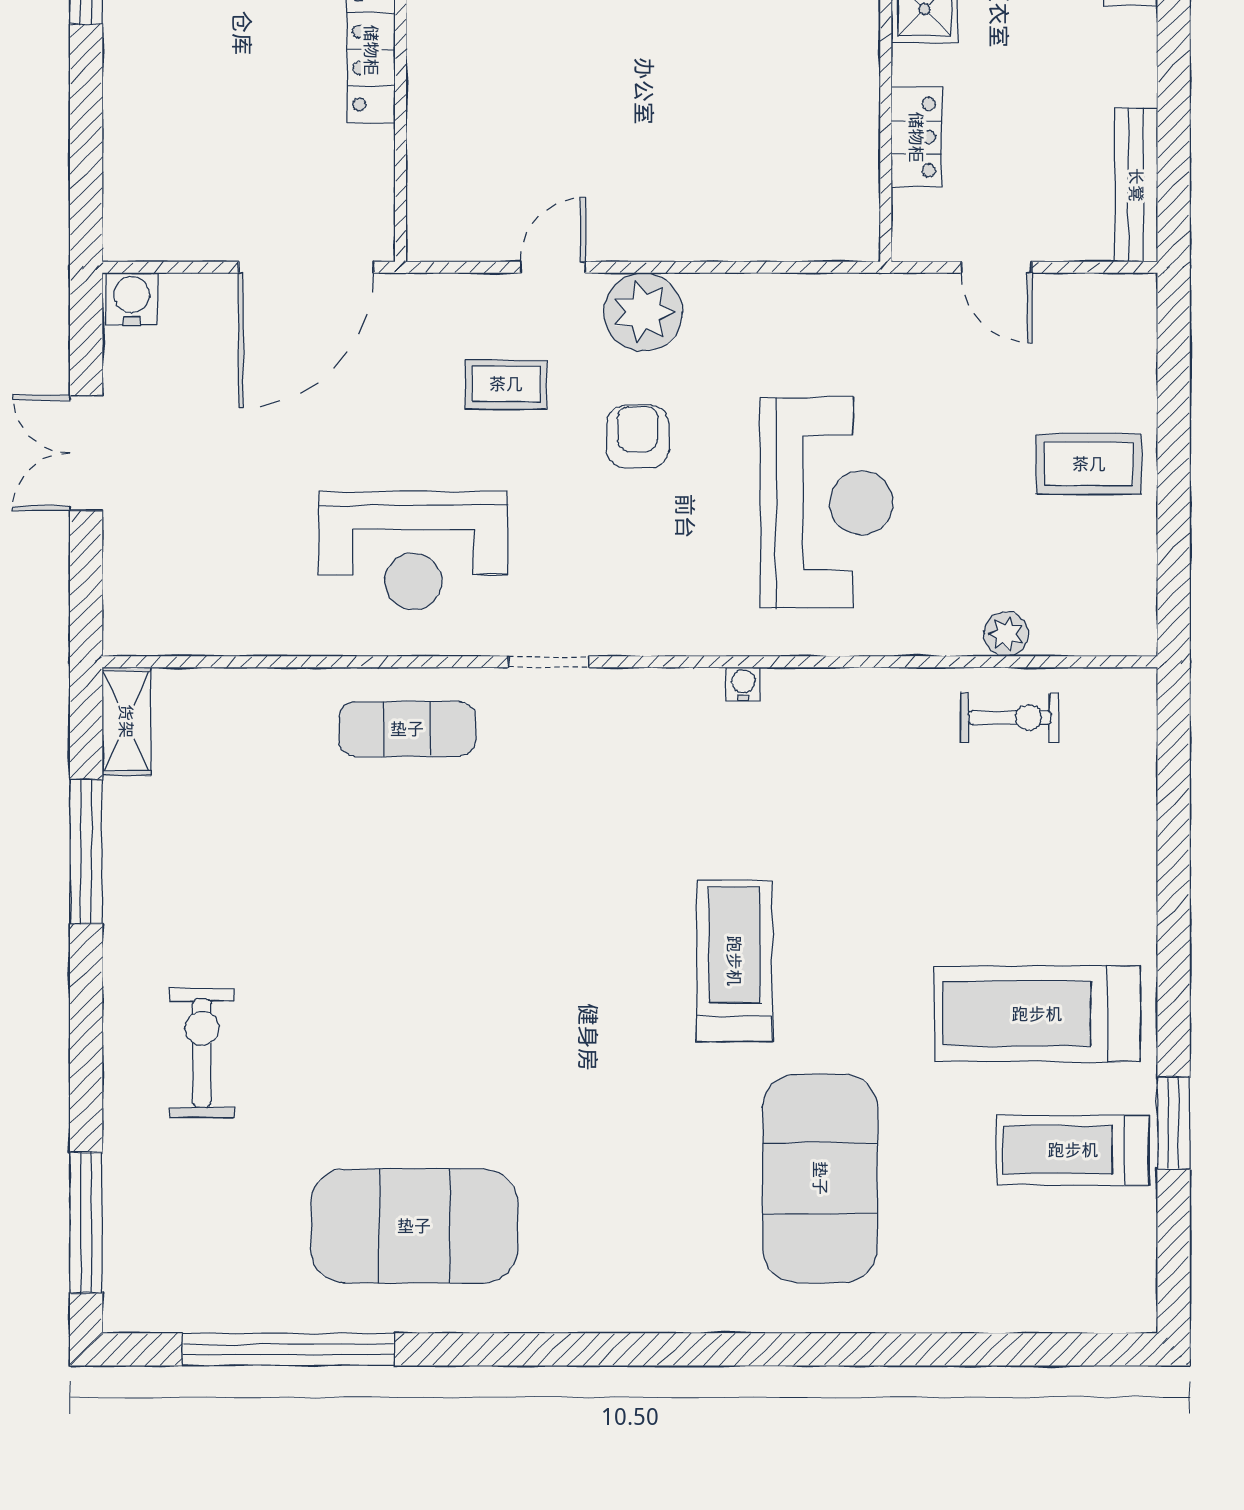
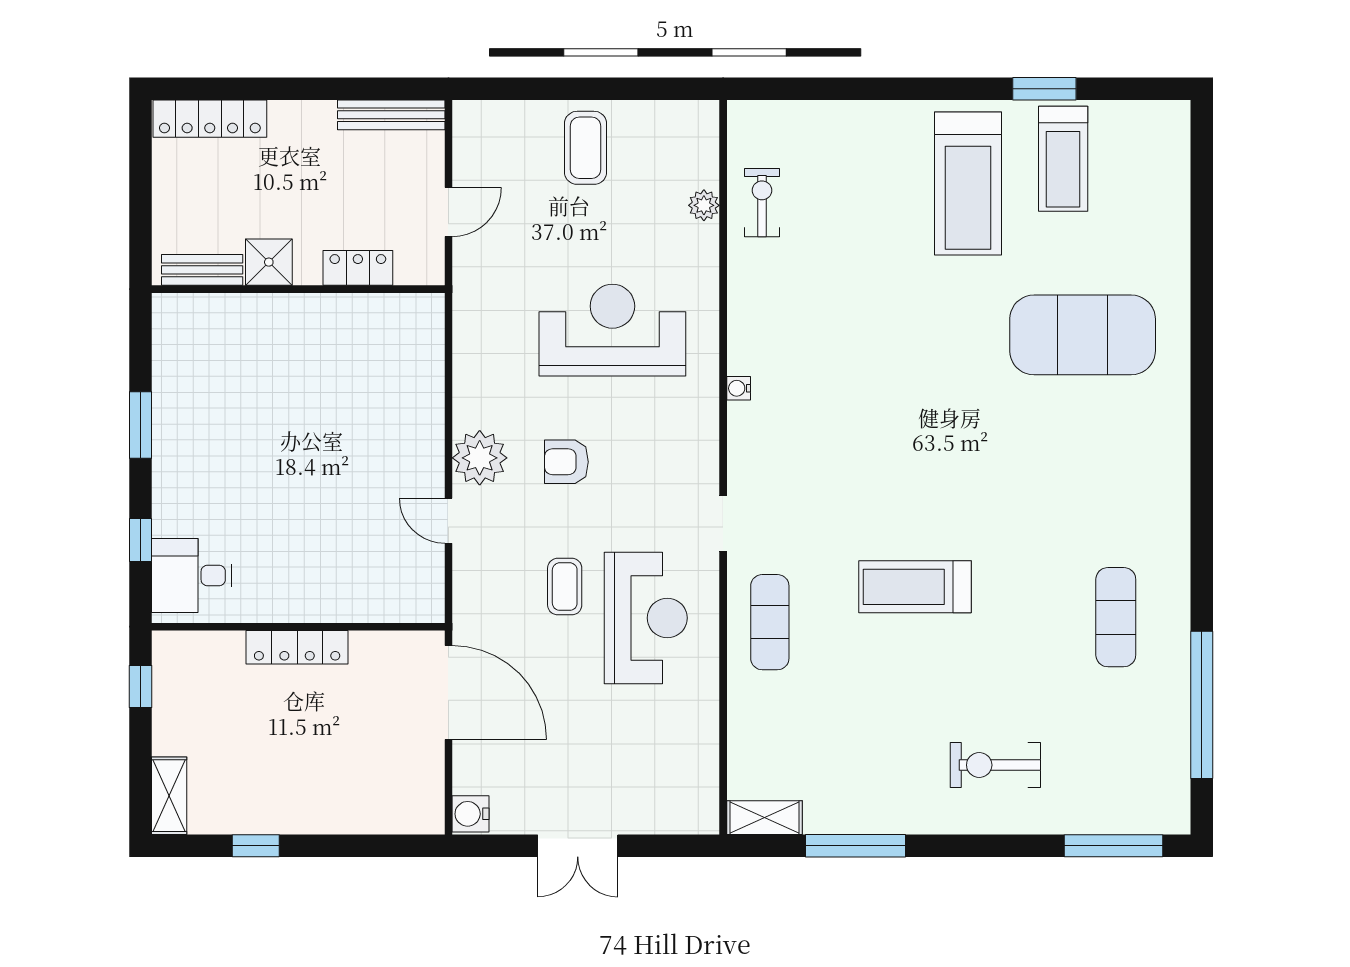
coffee table: (506, 384) -> (565, 587), moved
treadmill: (734, 961) -> (915, 587), moved
exercise mat: (414, 1226) -> (1116, 617), width x0.50, depth x0.69

